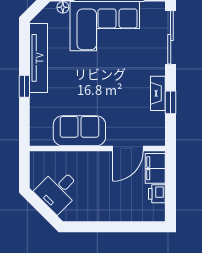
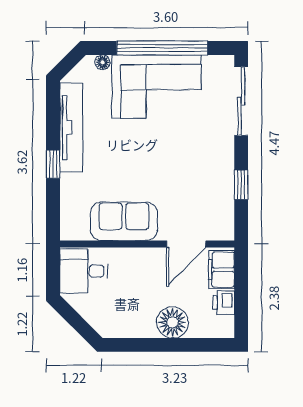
fireplace: (158, 93) -> (225, 173), removed
desk: (58, 190) -> (84, 271), moved, turned 45
floor lamp: (117, 209) -> (172, 322), added

